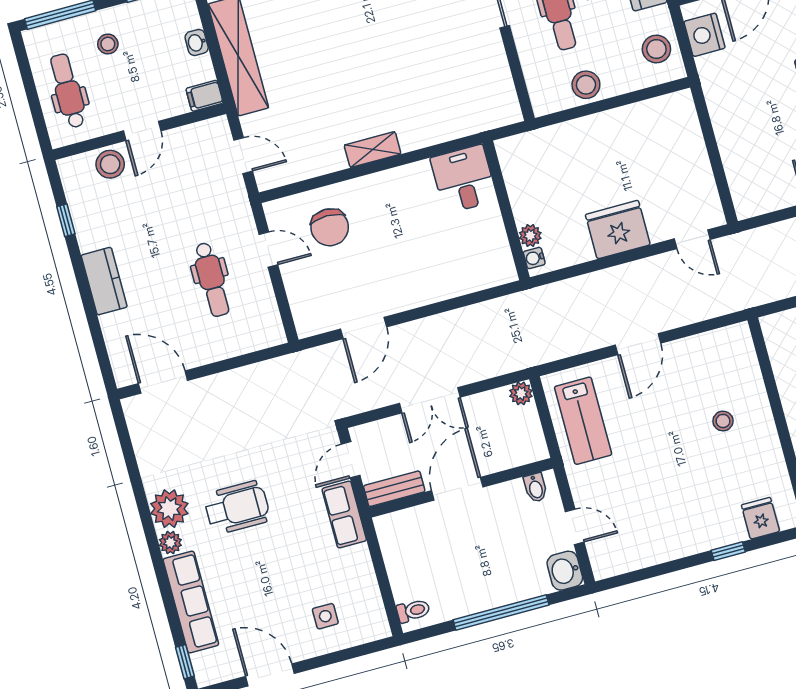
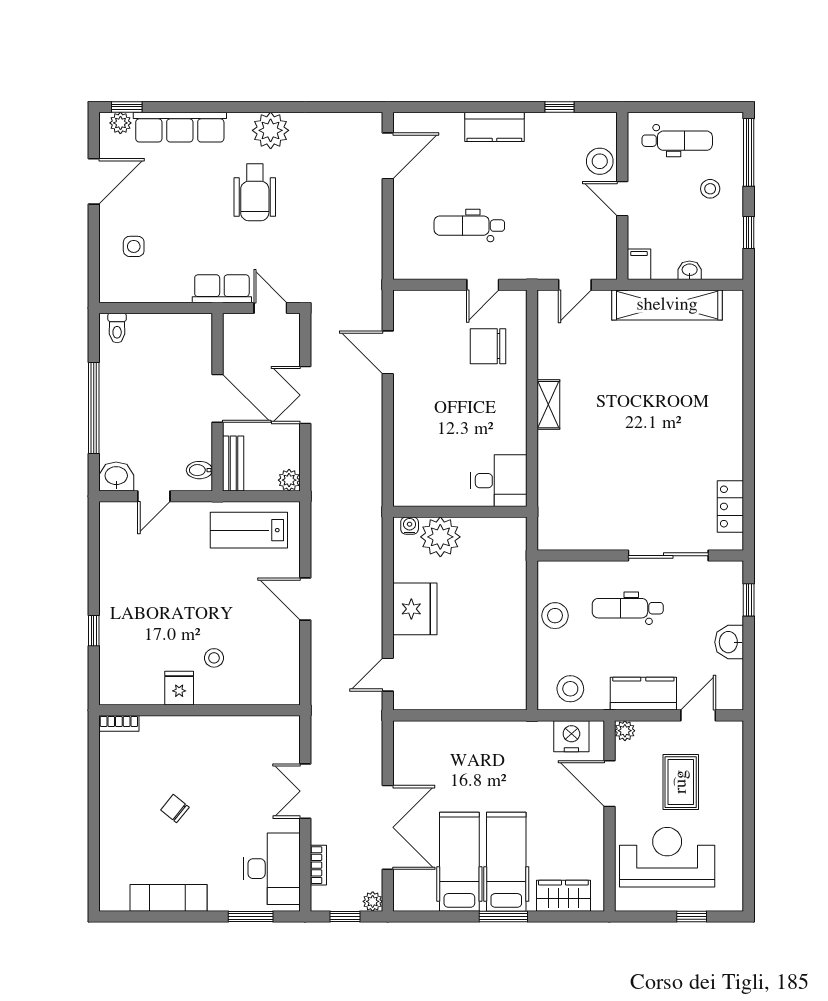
plant: (530, 236) -> (440, 537), width x1.87, depth x1.87
bench: (394, 489) -> (233, 464), moved
fridge: (760, 518) -> (179, 688), moved, turned -90
plant: (170, 543) -> (120, 123), moved

